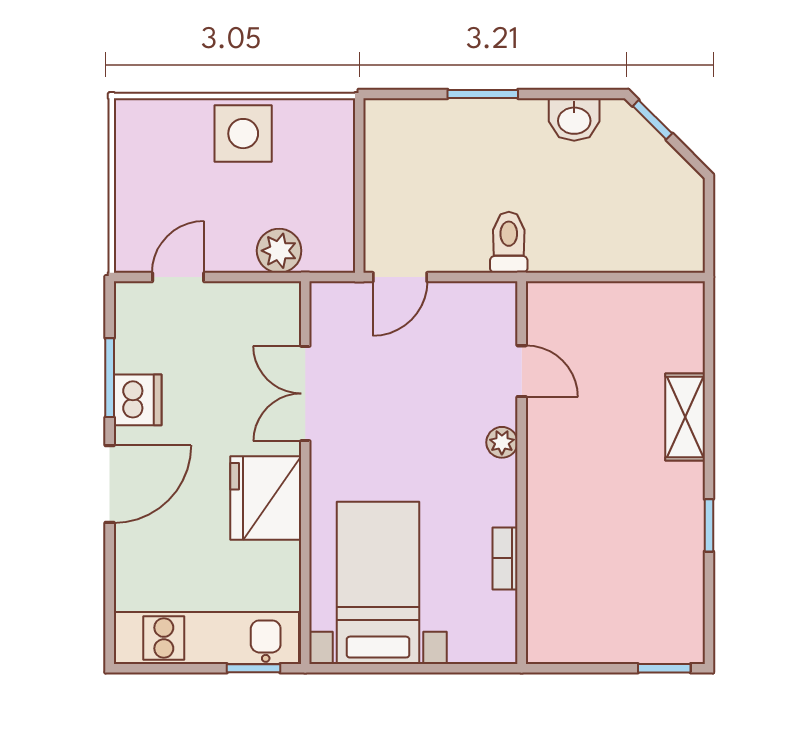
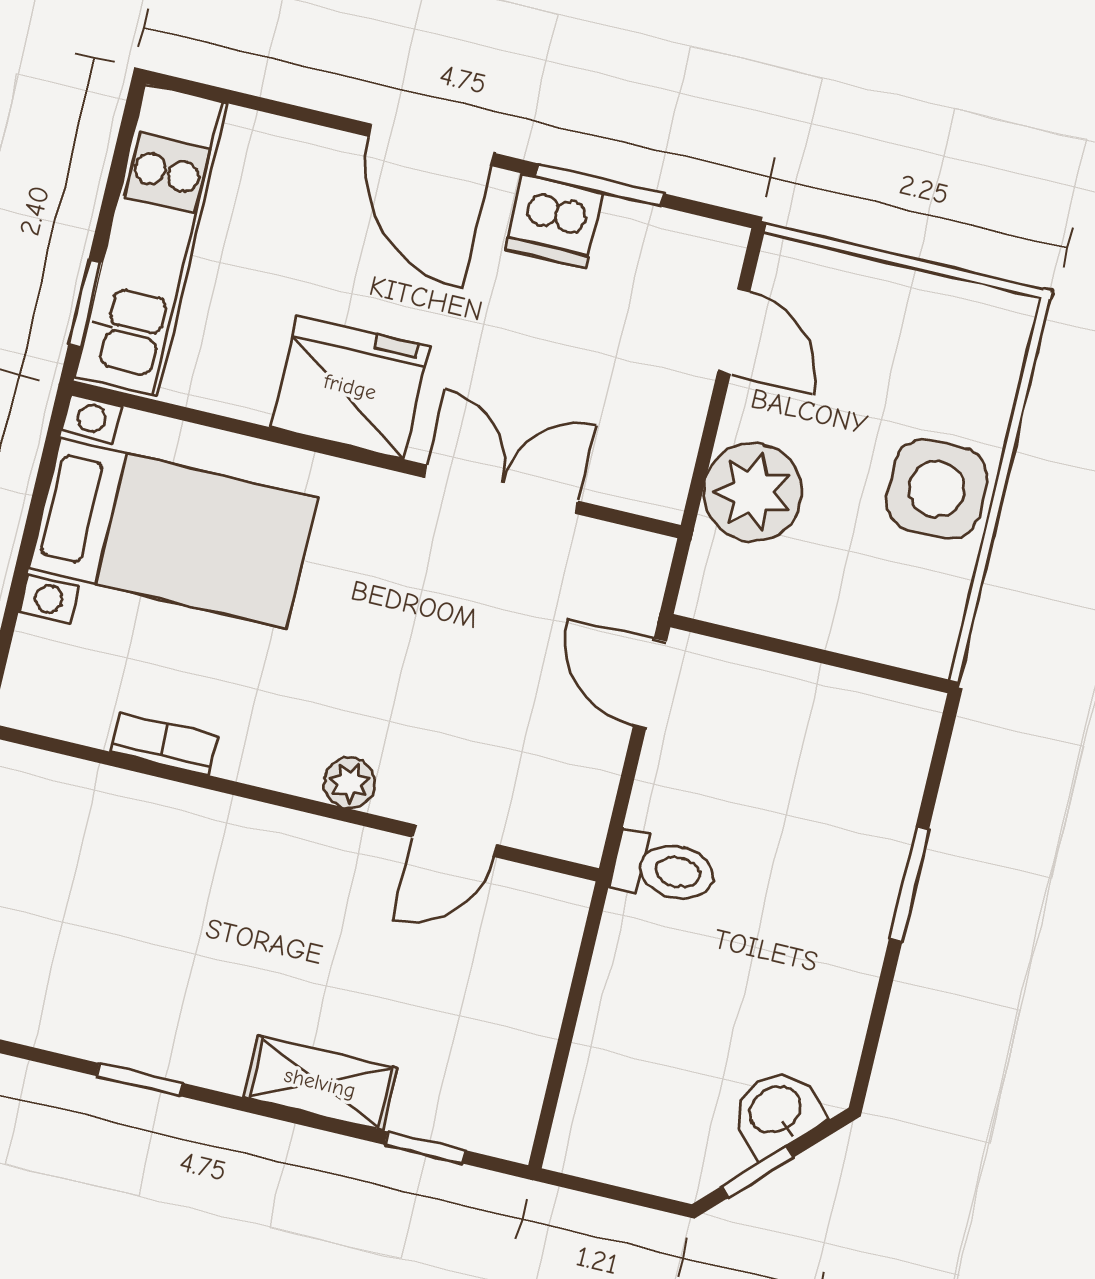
washbasin: (574, 119) -> (776, 1111), moved, turned 45
window: (652, 120) -> (757, 1172), moved
plant: (279, 251) -> (753, 492), width x1.36, depth x1.36
window: (709, 345) -> (425, 1148), added

